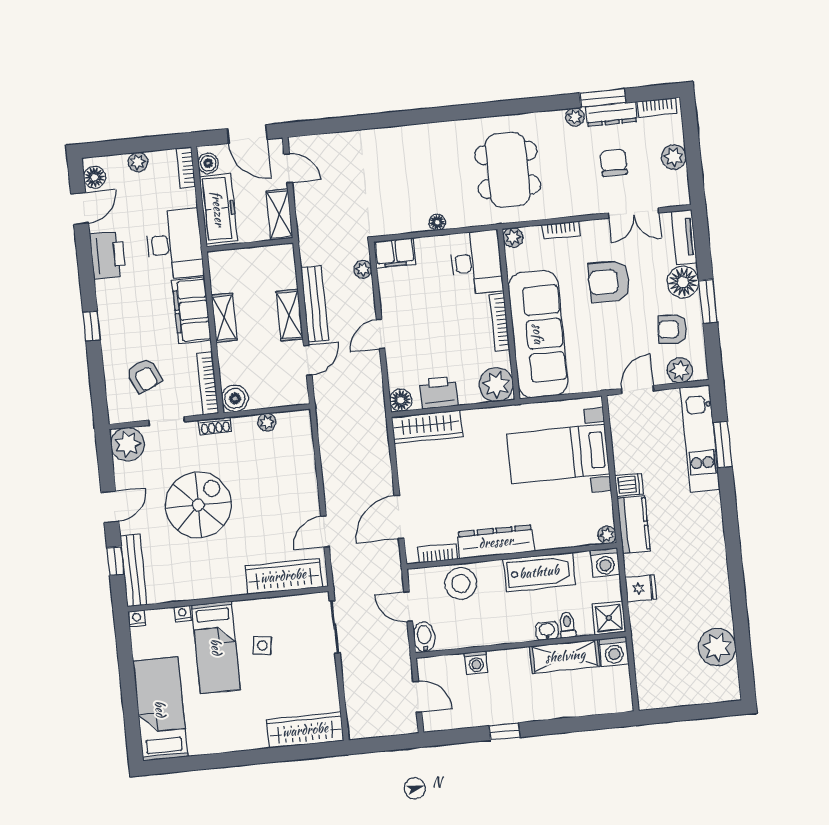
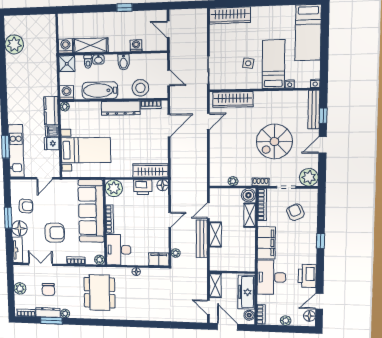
shelving: (224, 318) -> (250, 215), moved
plant: (680, 370) -> (24, 186), removed
fridge: (641, 588) -> (52, 144), moved
bidet: (424, 637) -> (124, 62), moved

